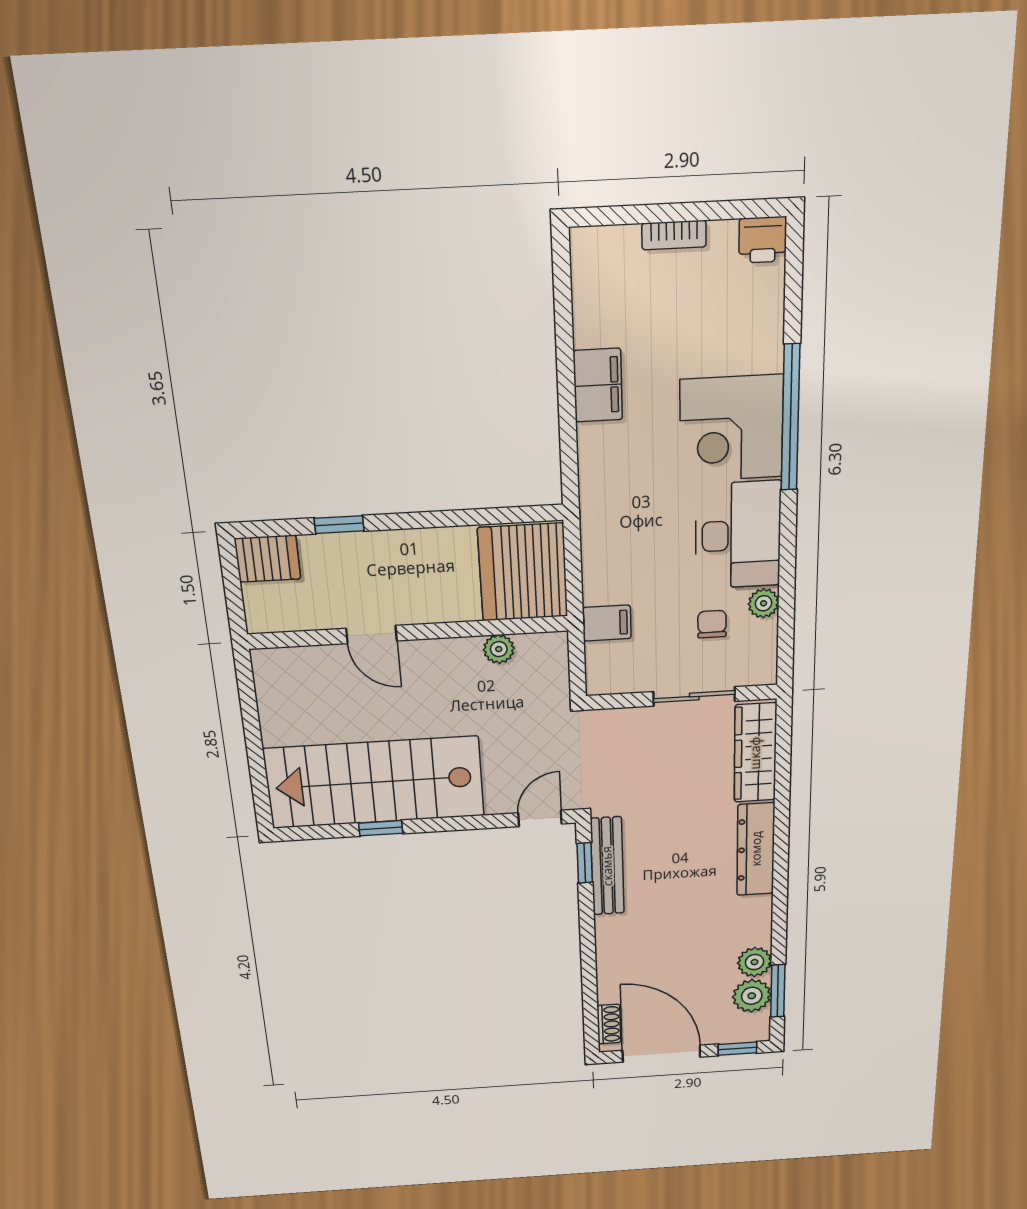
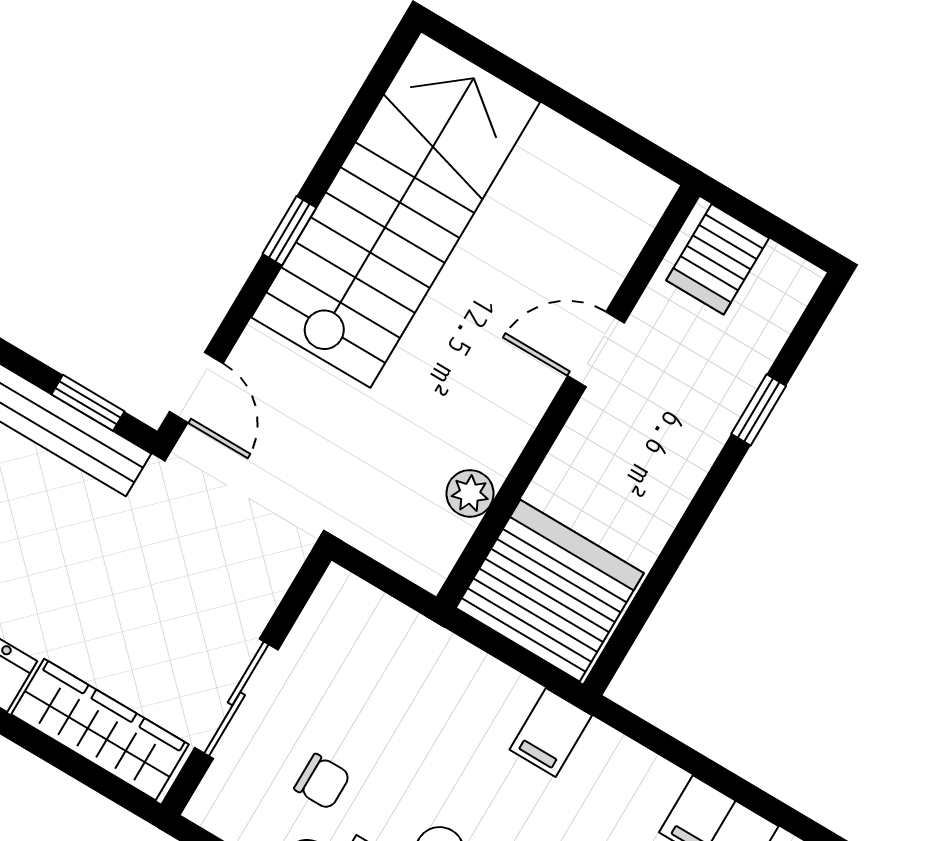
server rack: (268, 559) -> (718, 259), moved
filing cabinet: (607, 623) -> (551, 732), moved
window: (381, 828) -> (289, 231), moved

